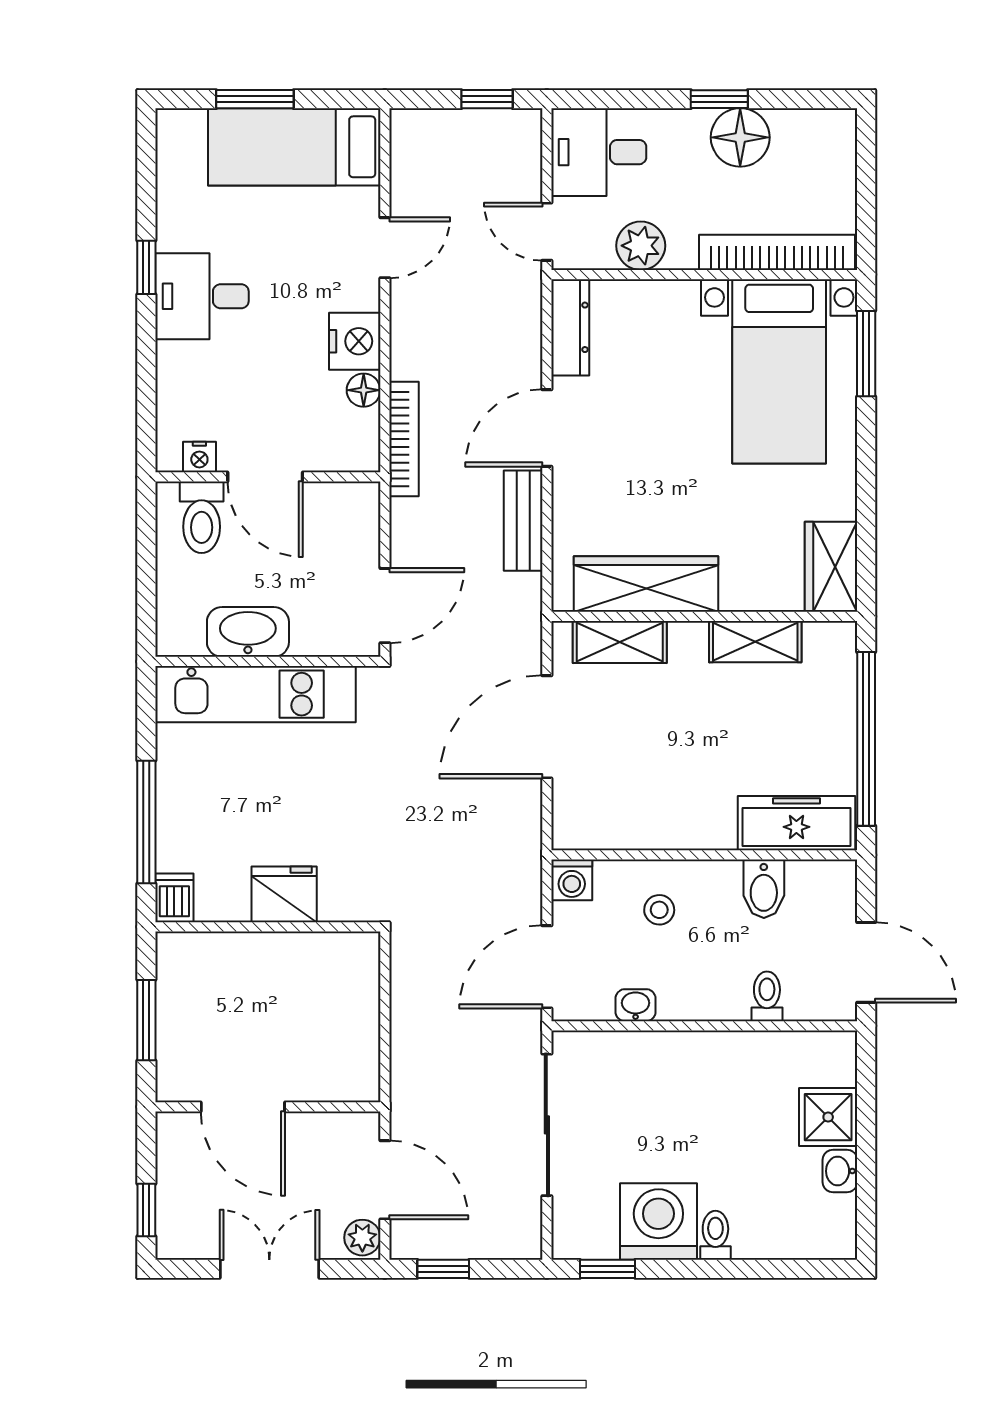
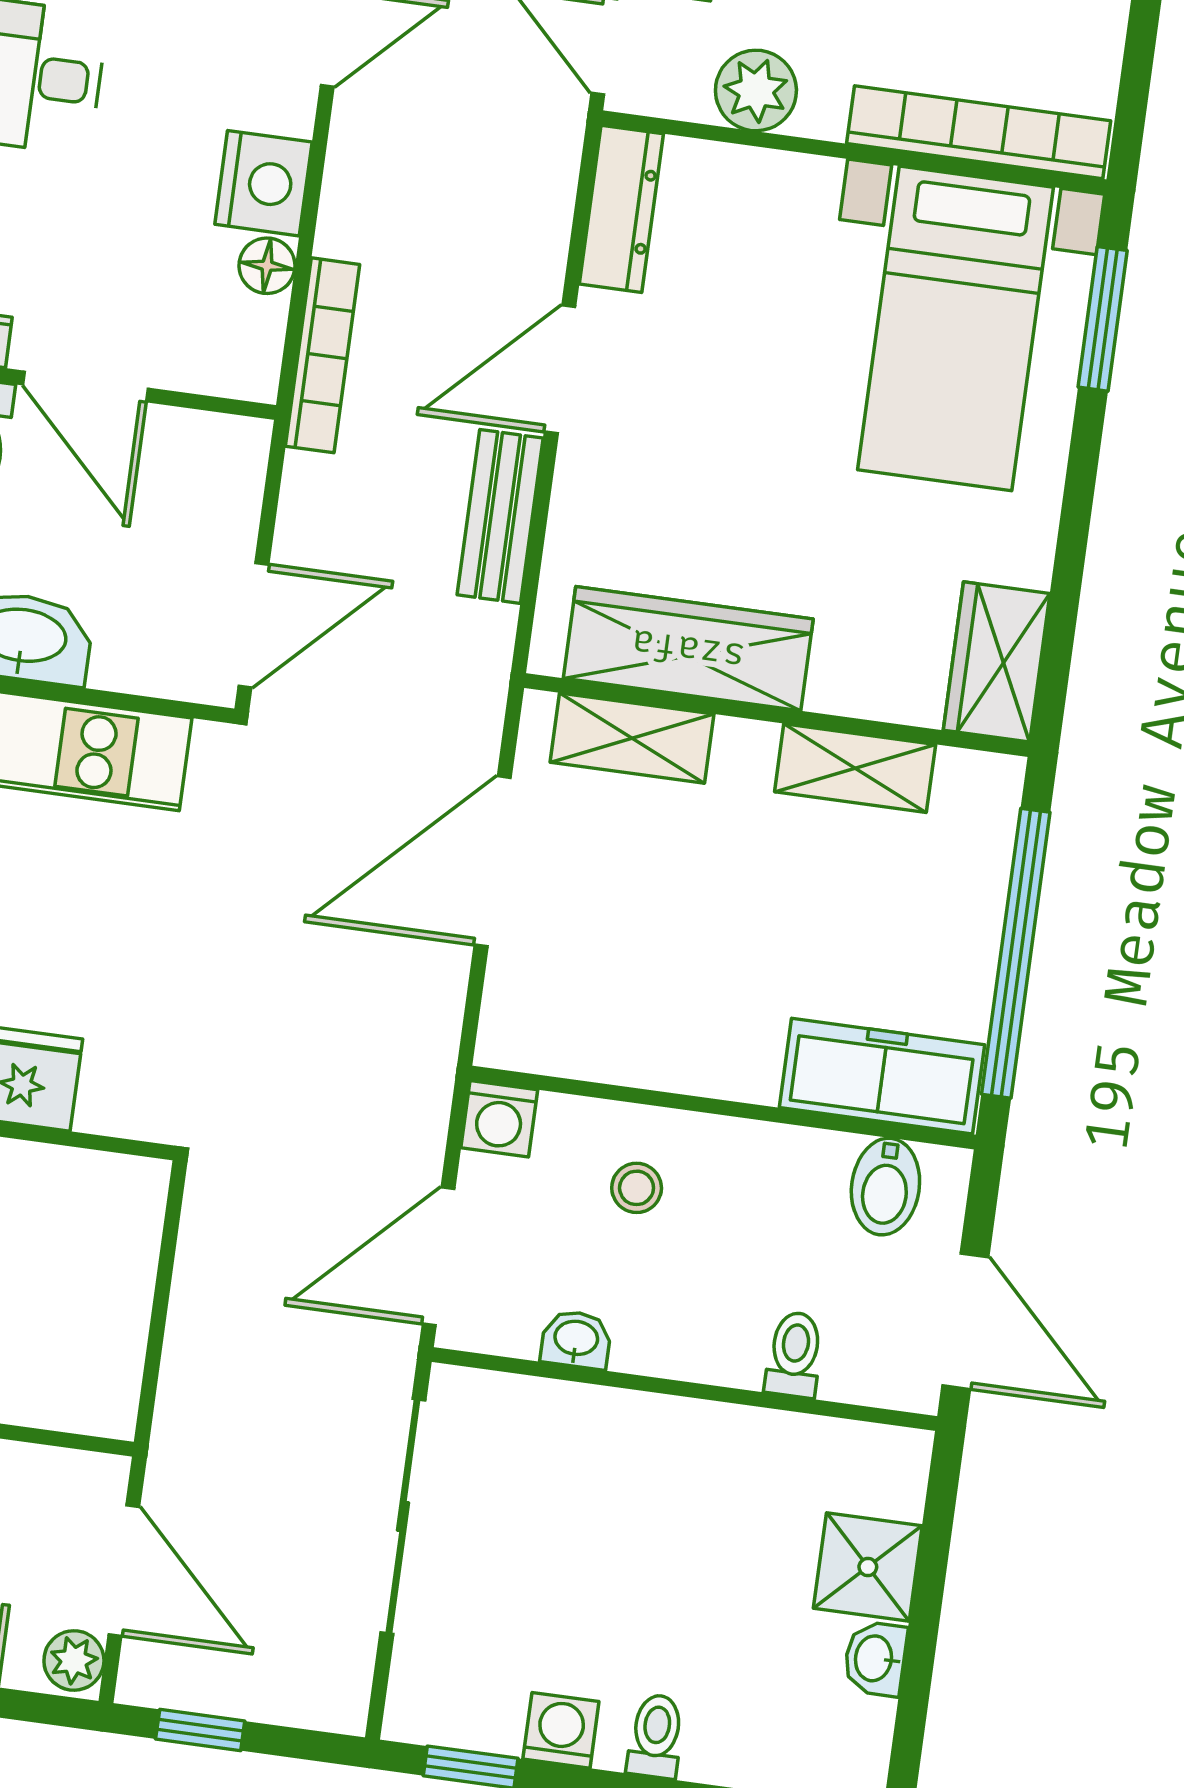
bidet: (764, 889) -> (885, 1187), moved
washing machine: (658, 1221) -> (561, 1730), width x0.53, depth x0.53

